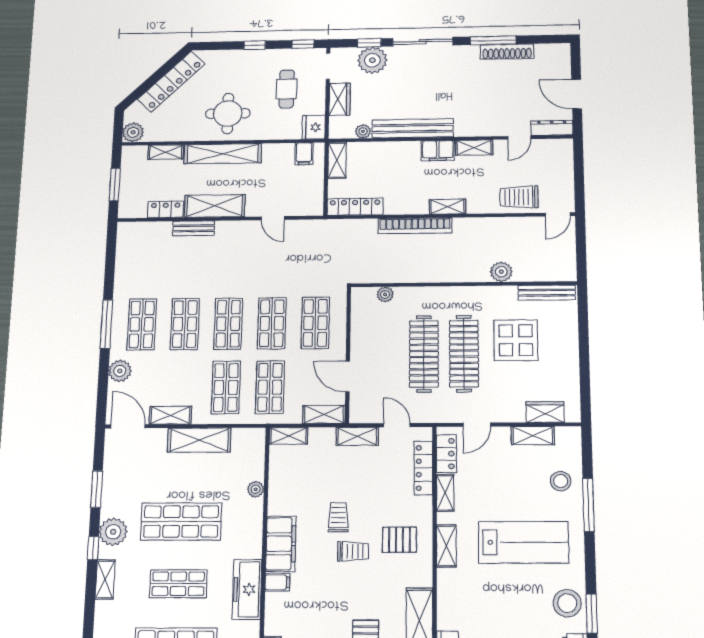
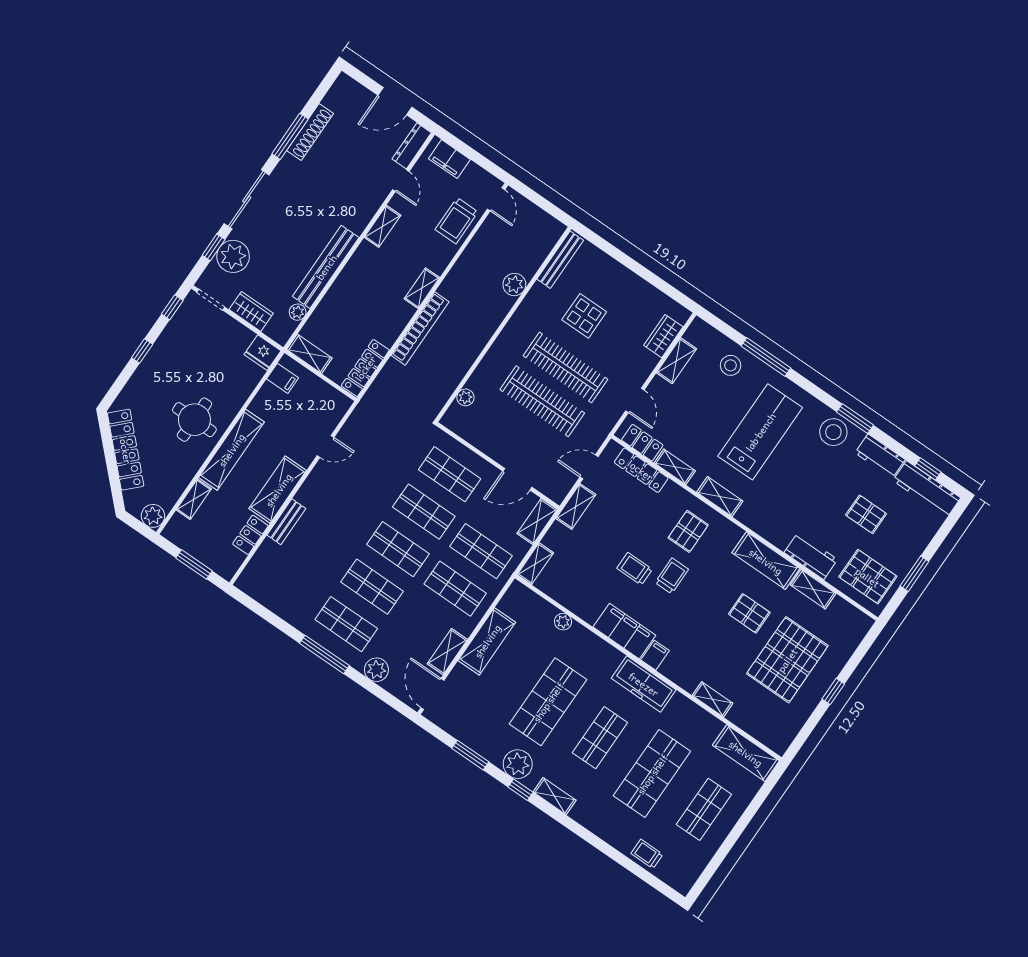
cafe table: (287, 89) -> (207, 351), removed
filing cabinet: (438, 151) -> (449, 159), moved, turned 90
display table: (516, 340) -> (584, 316), width x0.73, depth x0.73
door: (128, 426) -> (432, 694), hinge flipped

